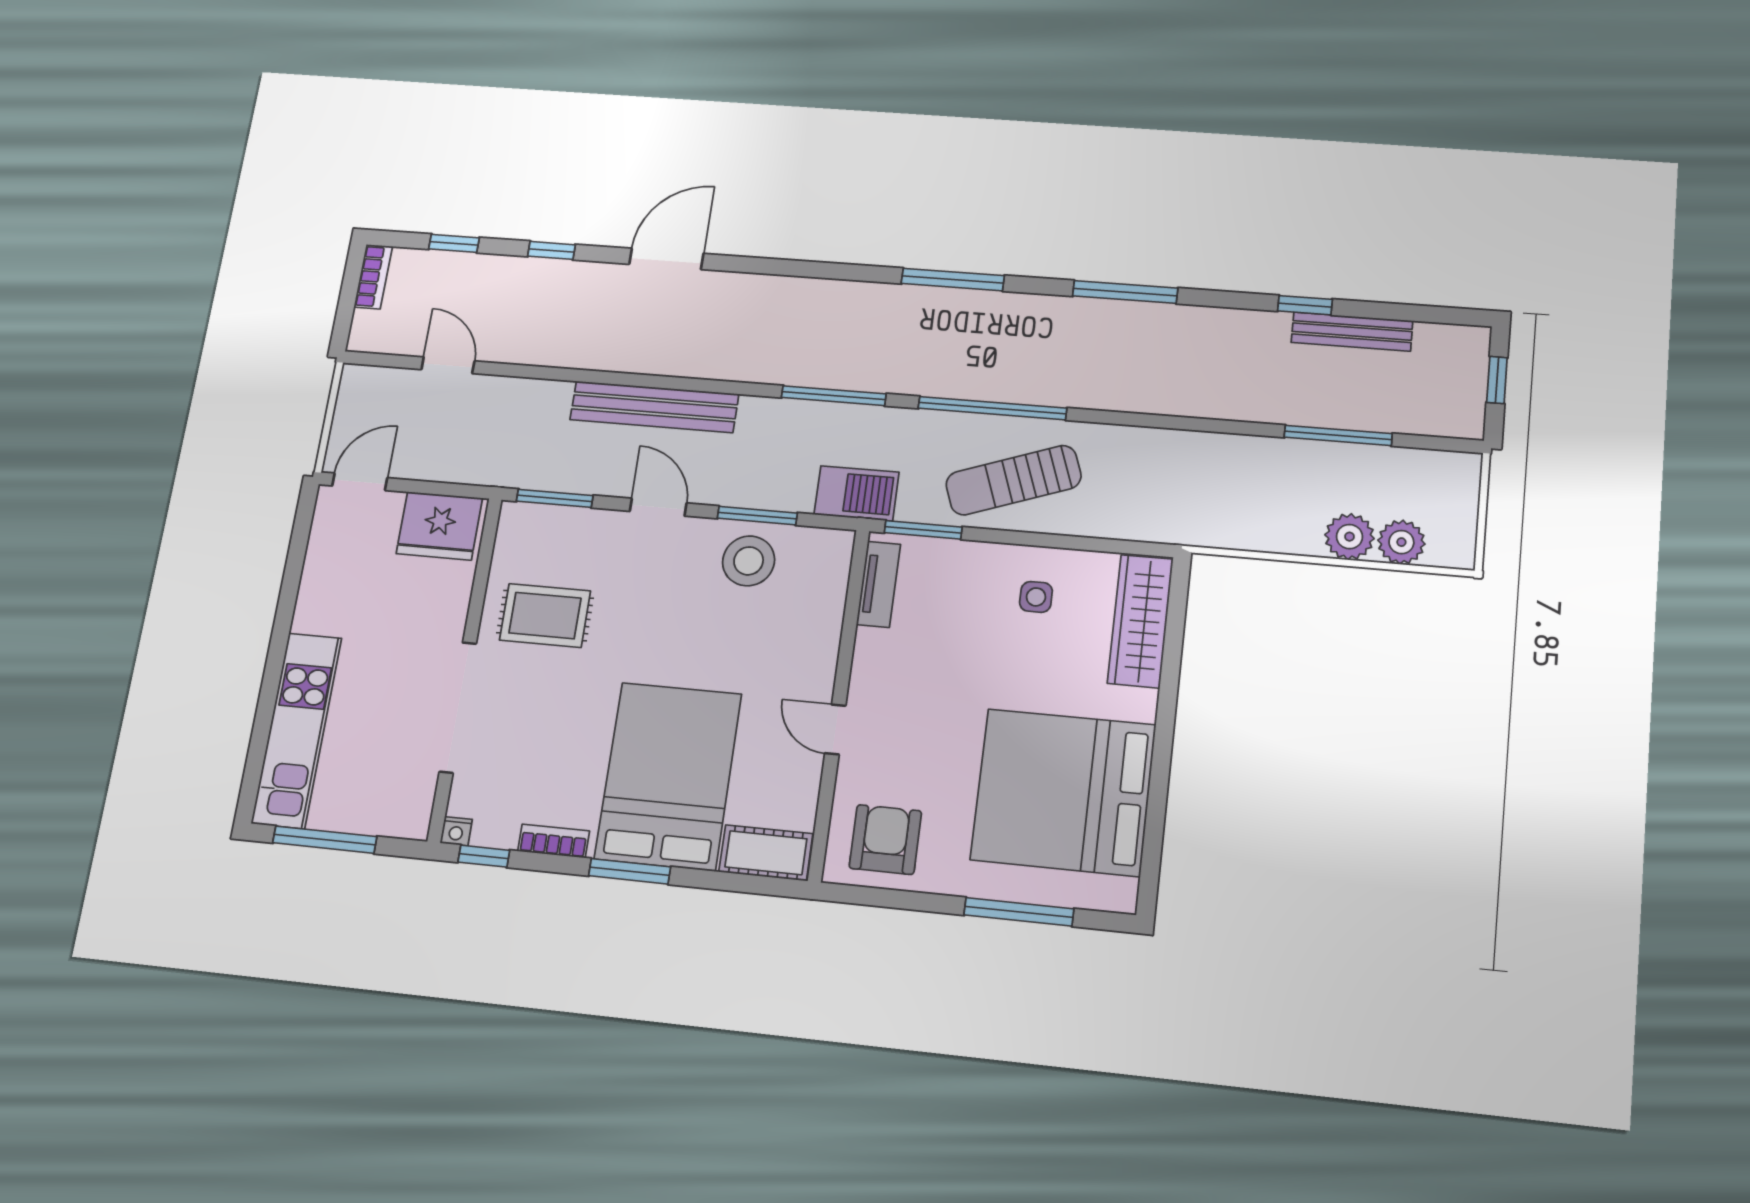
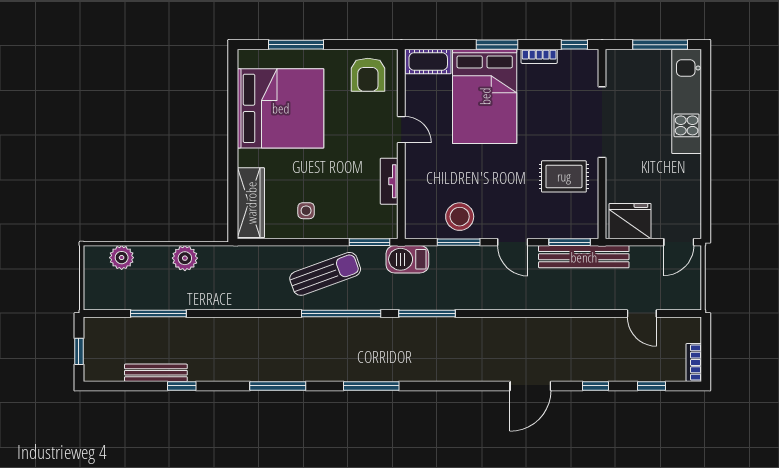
bench: (654, 407) -> (584, 257), moved
plant: (1349, 537) -> (185, 258), moved
tv unit: (878, 584) -> (389, 181), moved
nightstand: (456, 831) -> (591, 56), removed

